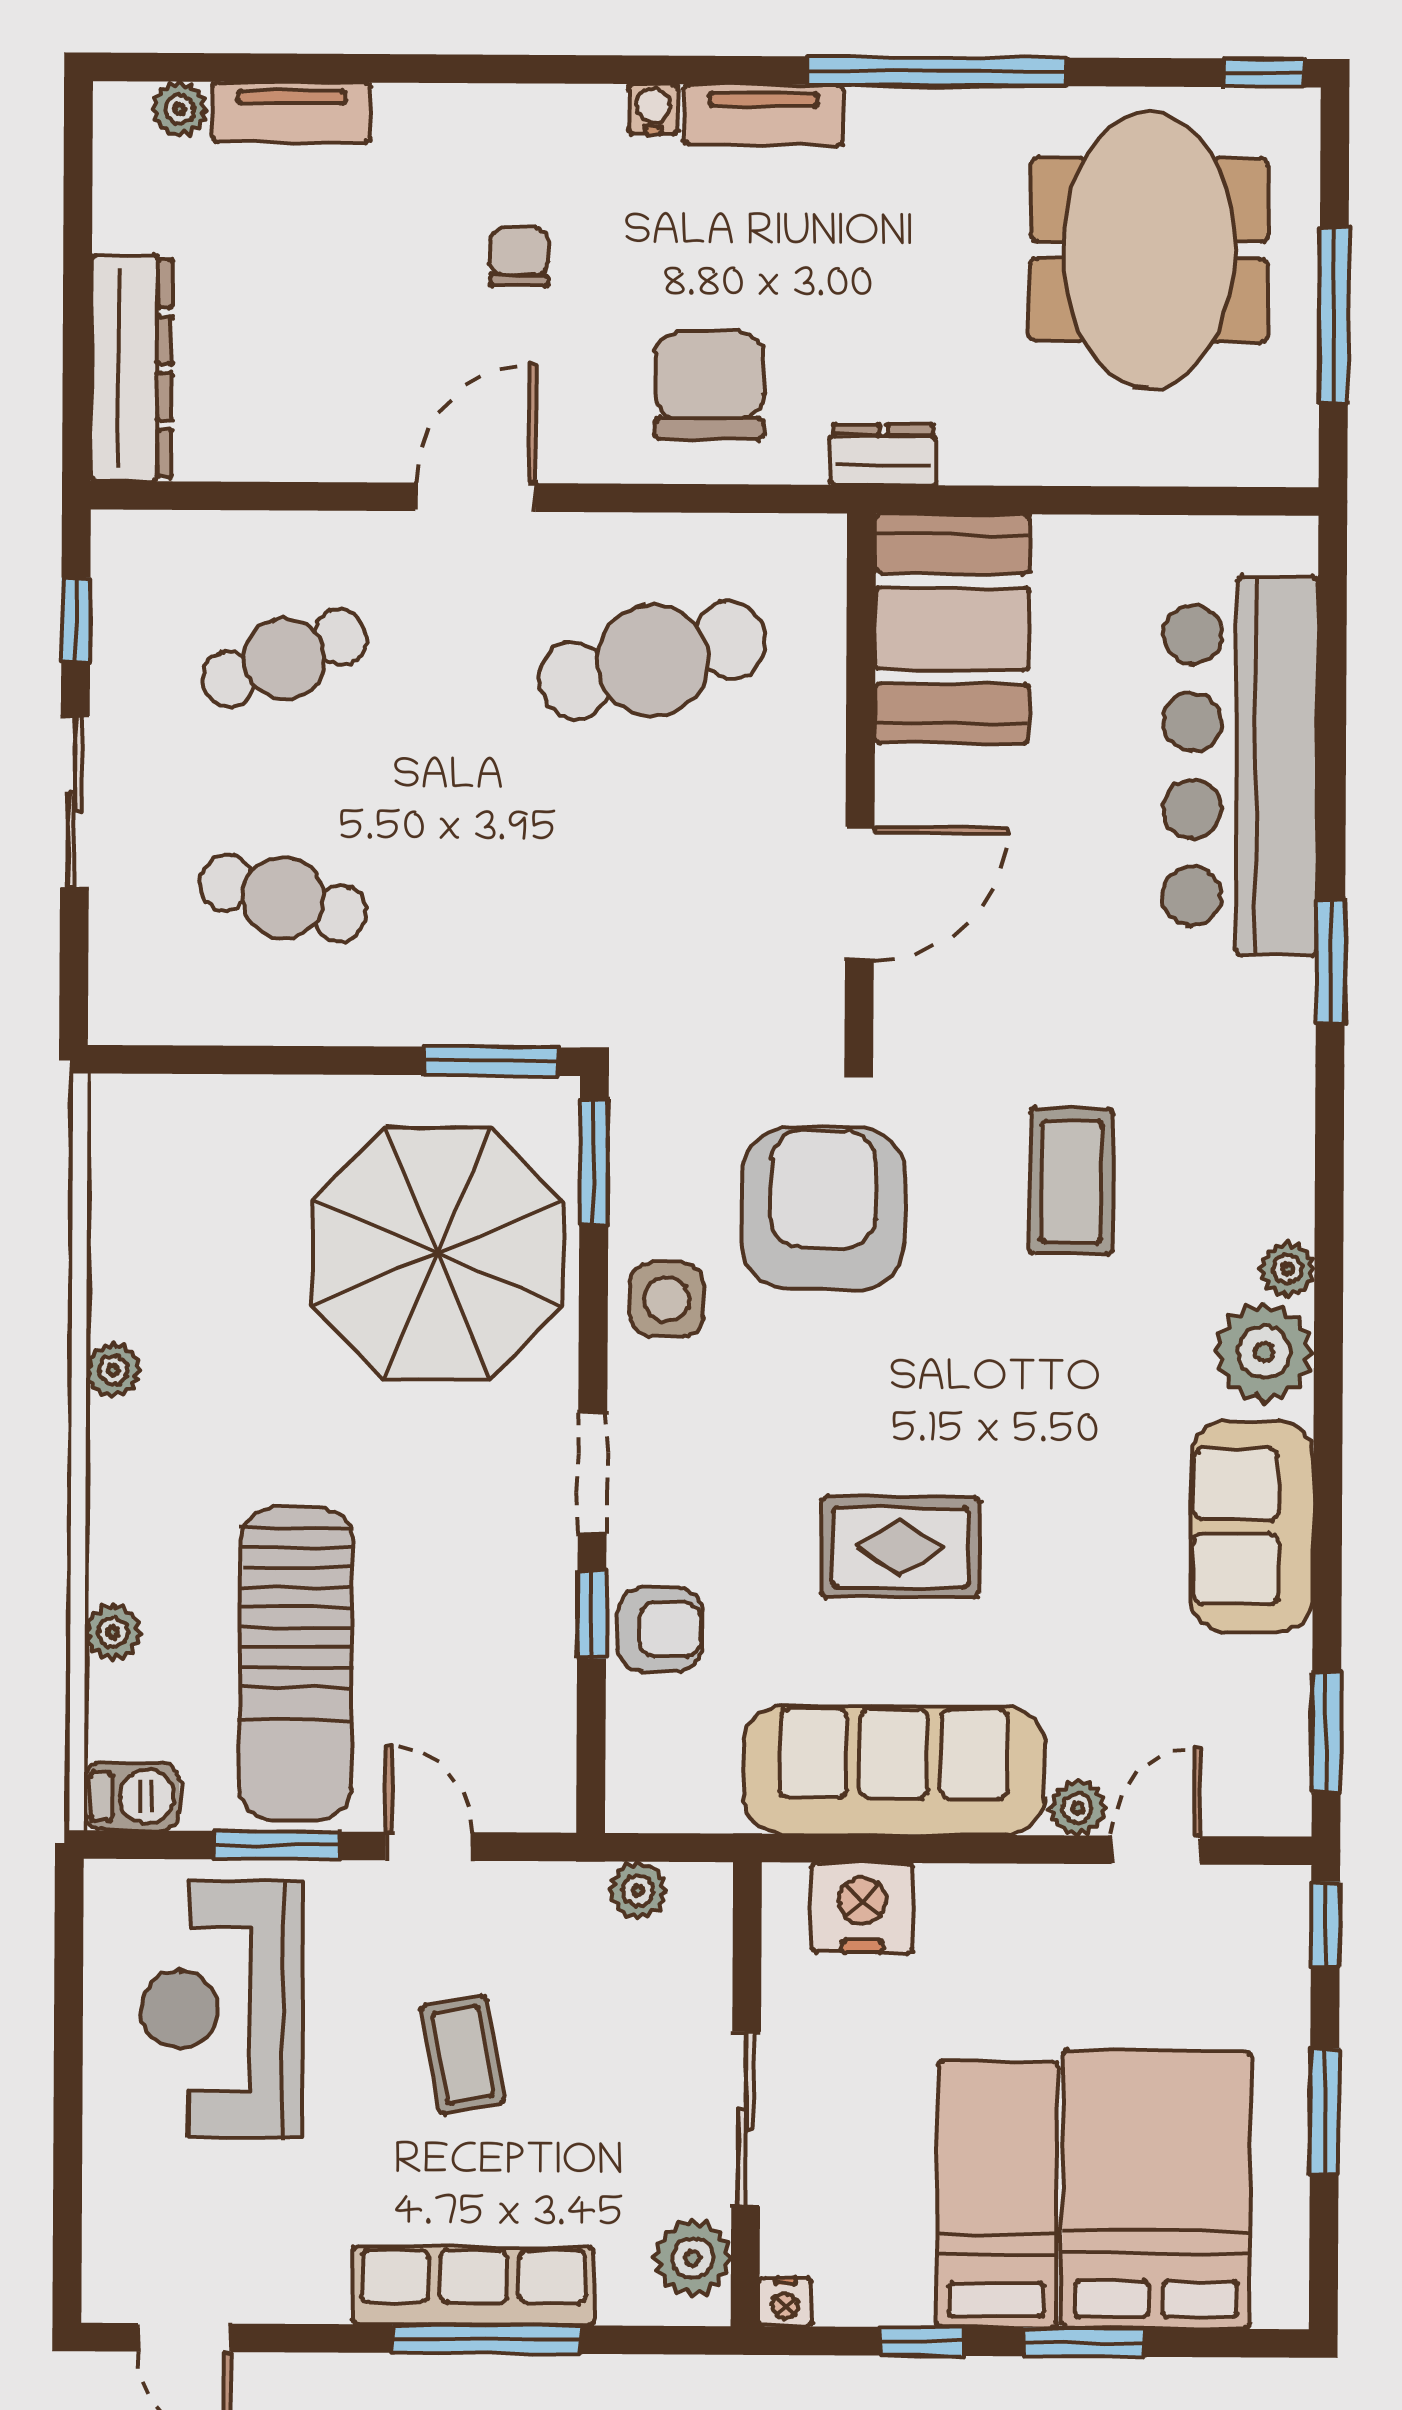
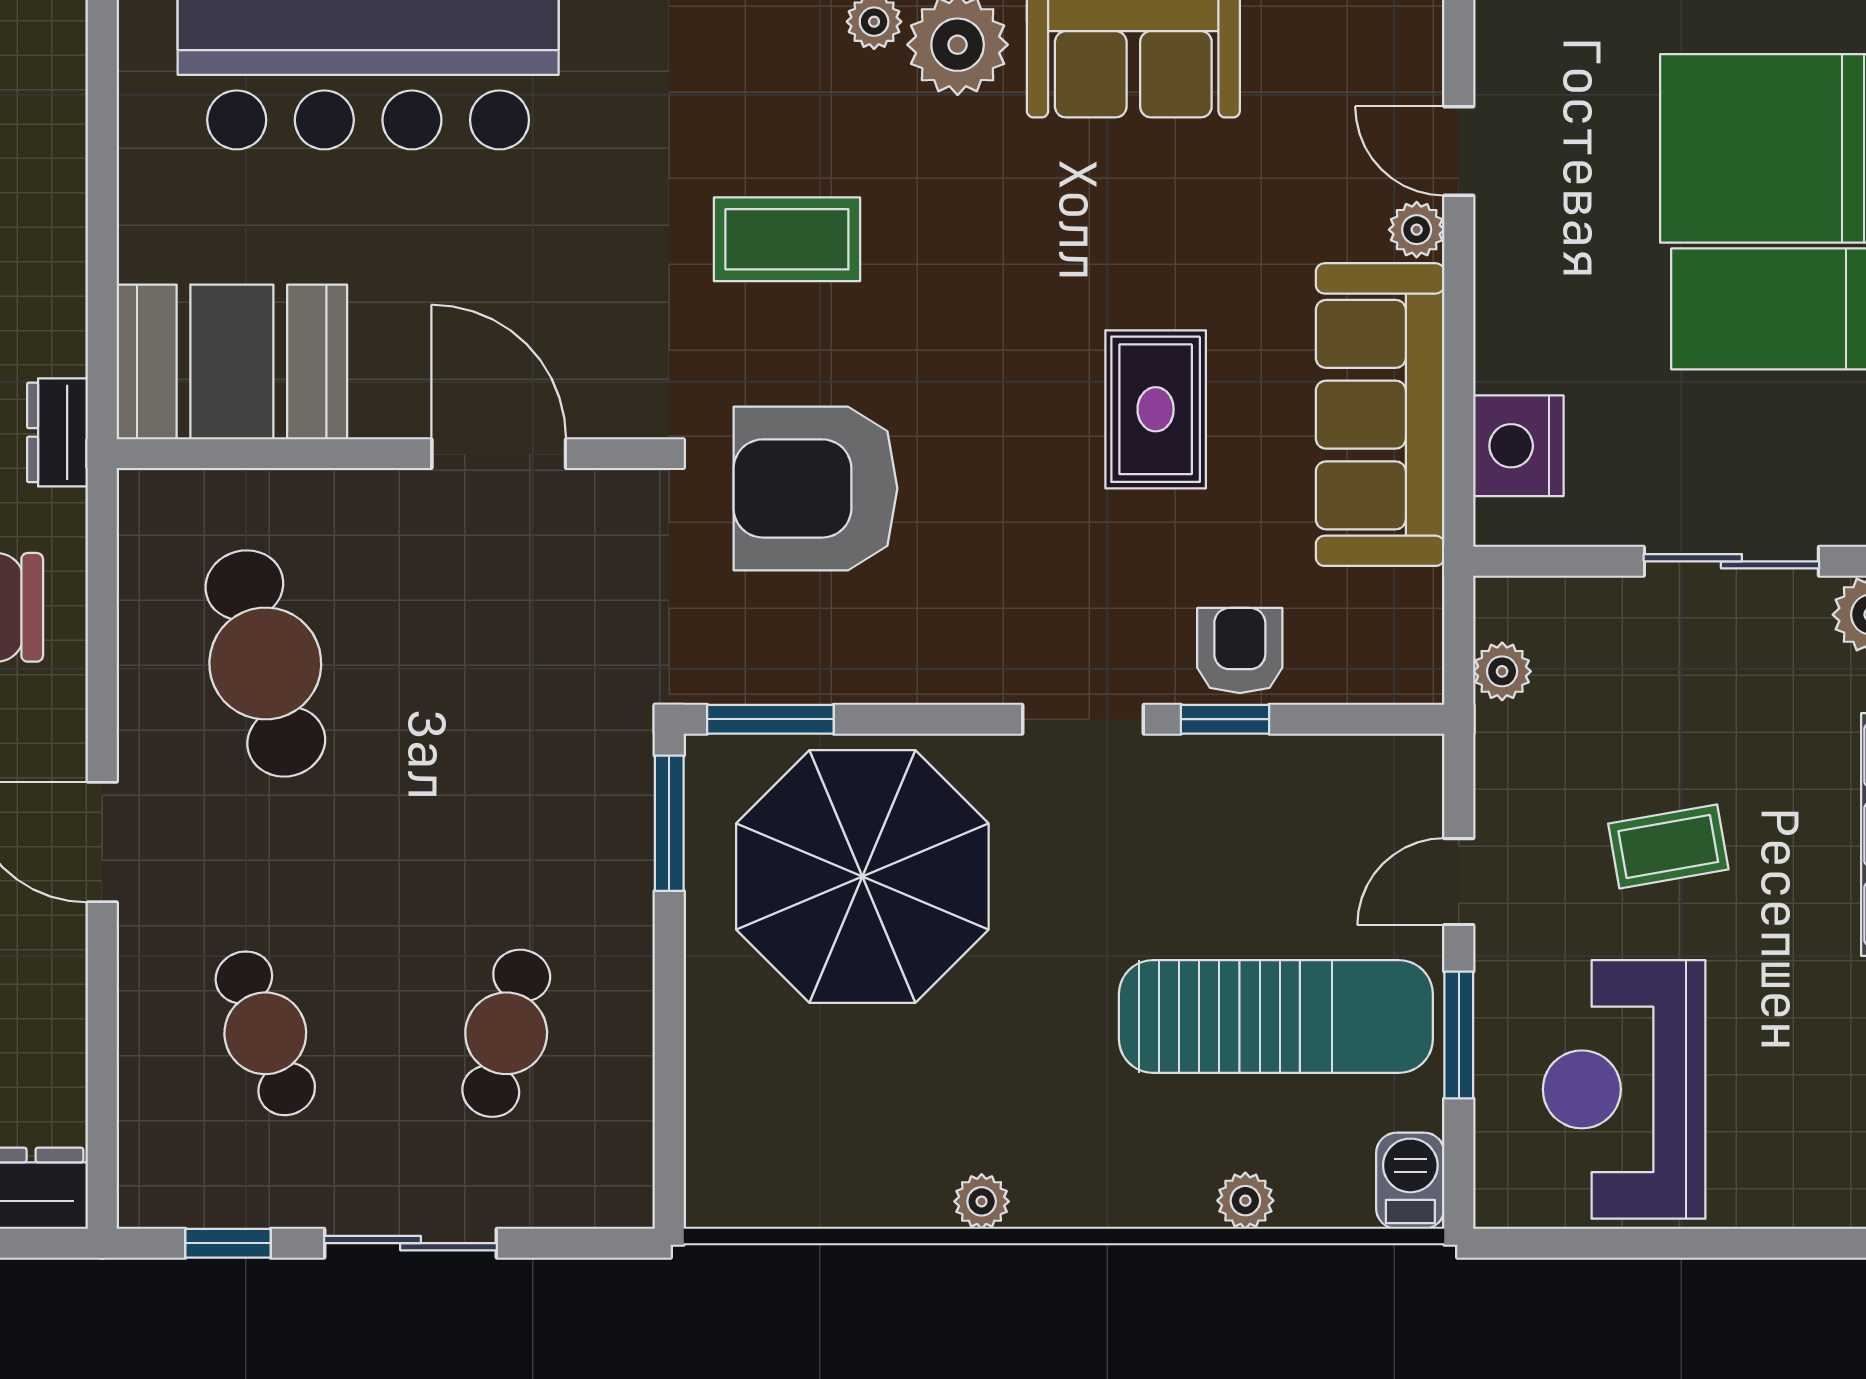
side table: (667, 1299) -> (908, 646), removed
reception desk: (221, 2010) -> (1624, 1089), turned 90

